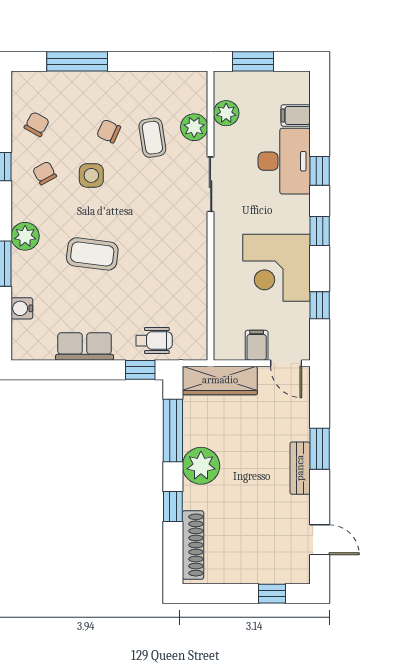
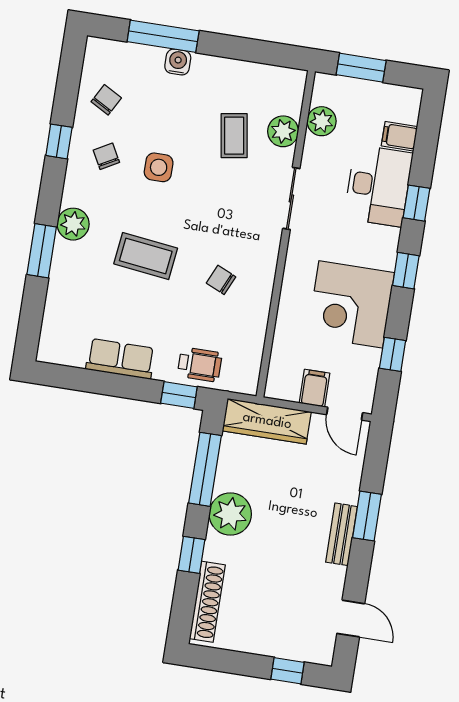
chair: (109, 131) -> (221, 280), moved
water cooler: (22, 308) -> (178, 62), moved, turned 90

